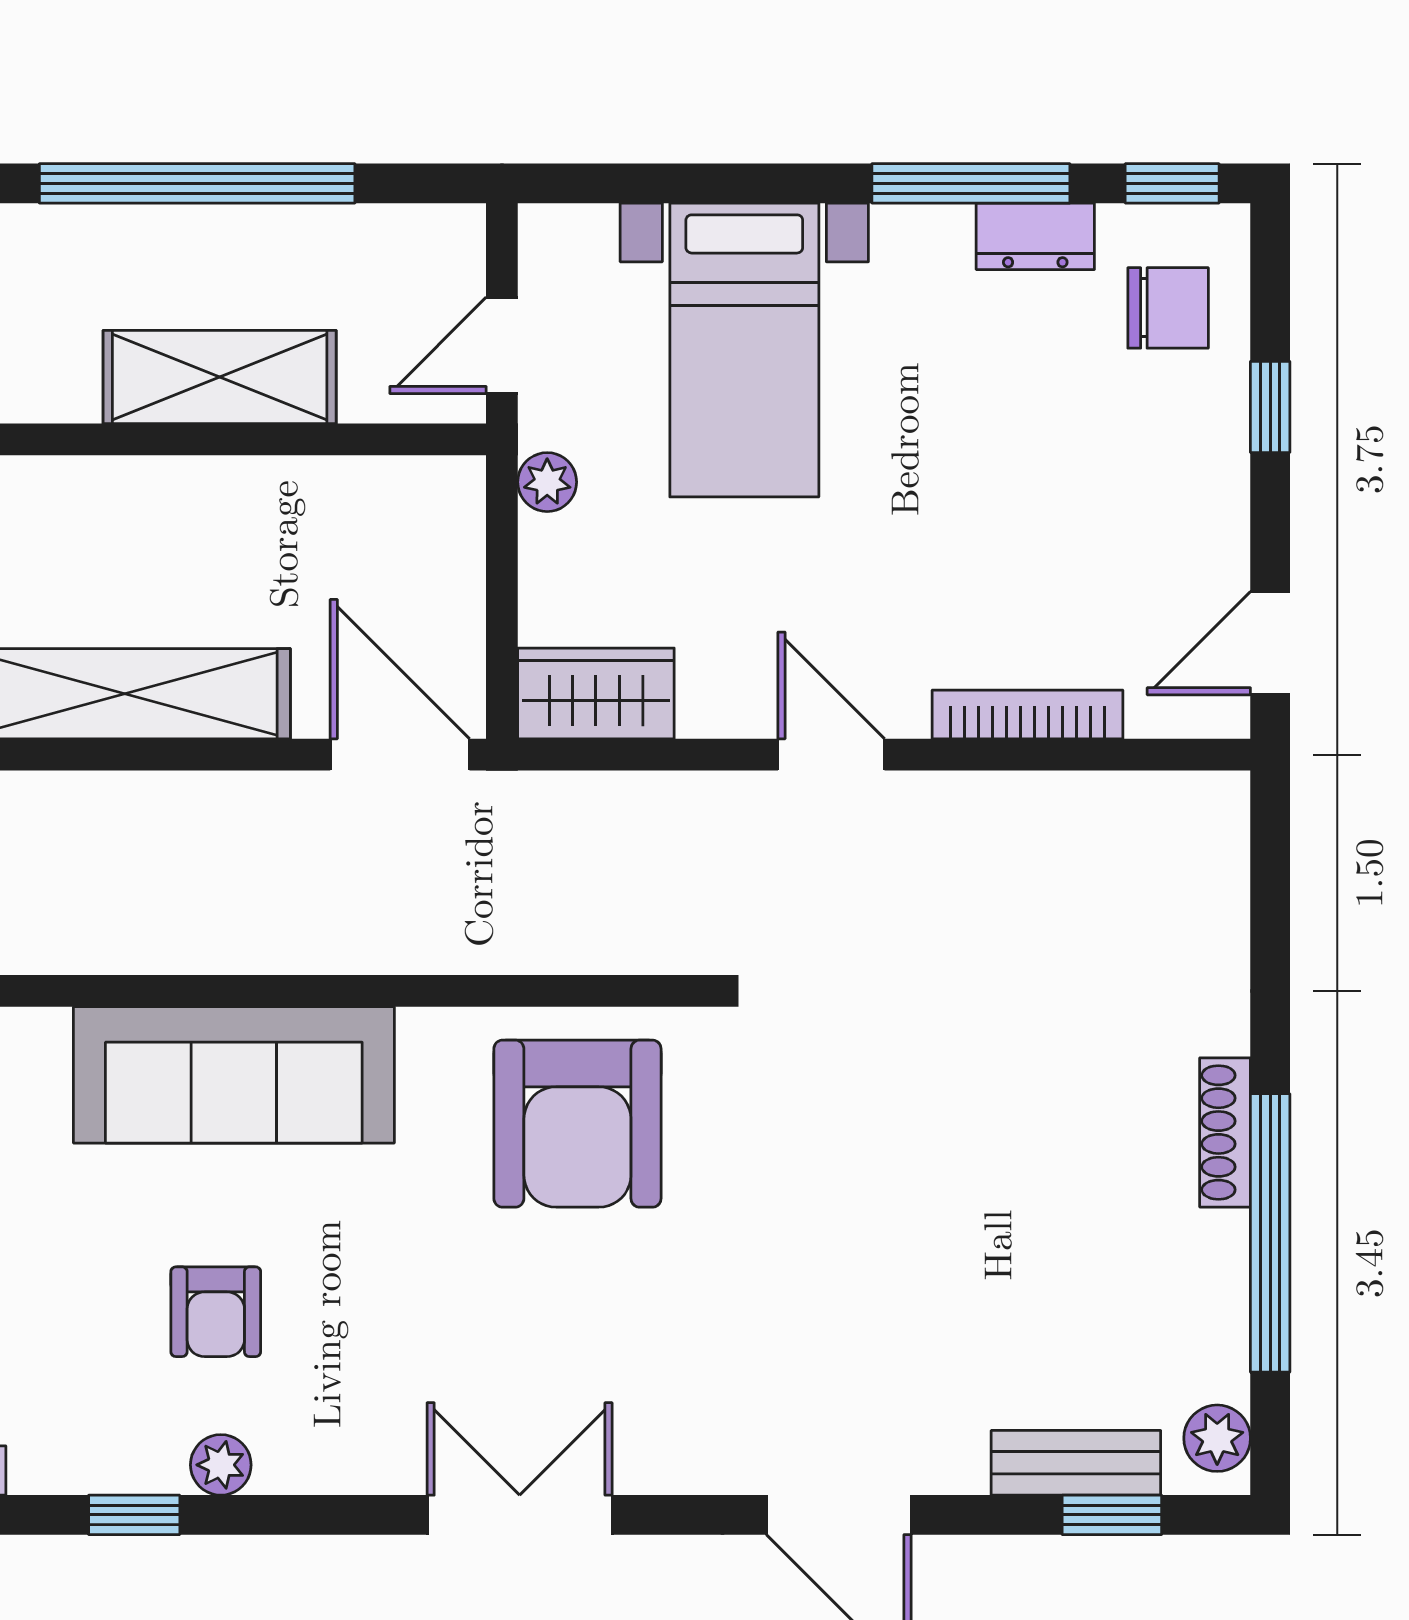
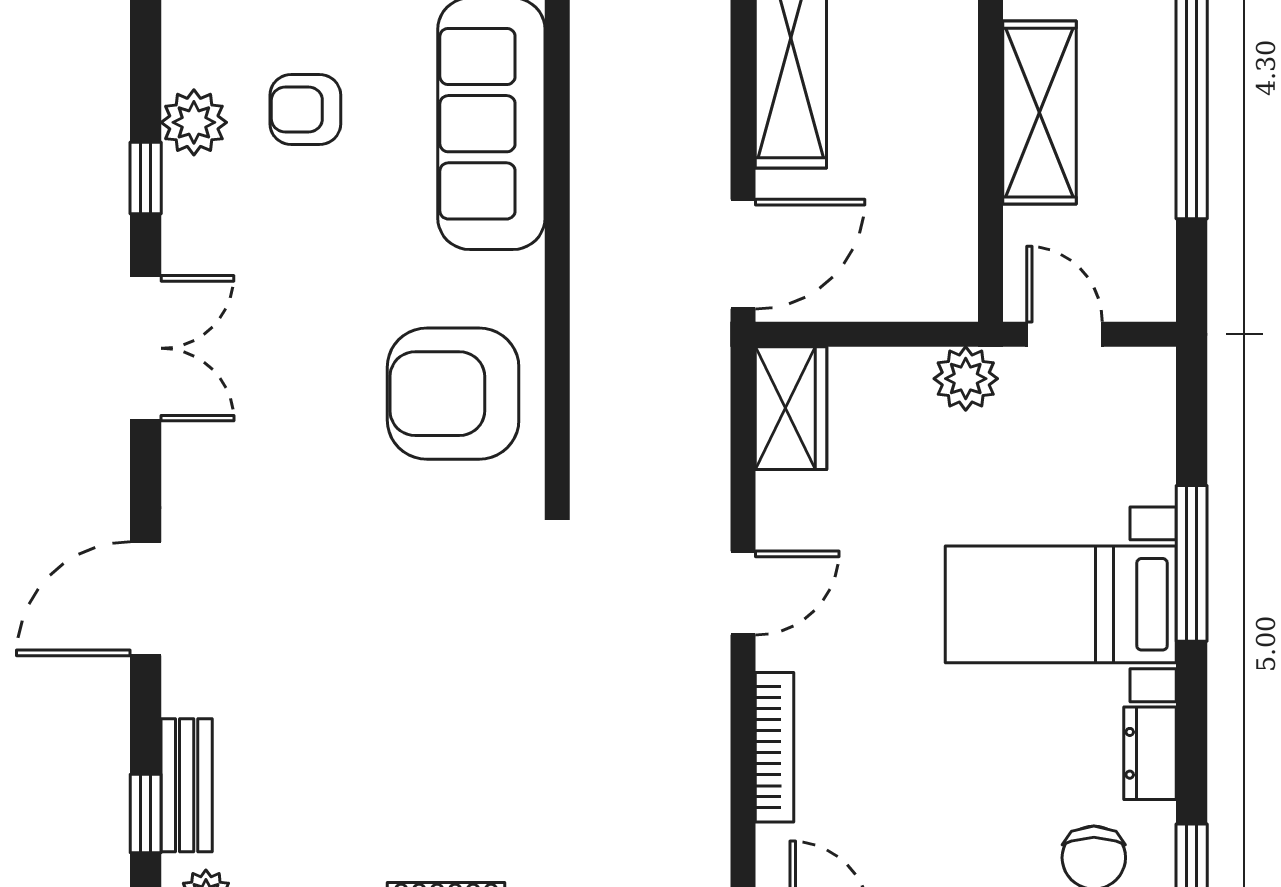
window: (971, 183) -> (1192, 563), moved
bed with nightstands: (744, 350) -> (1061, 604), moved
plant: (547, 482) -> (966, 379), width x1.38, depth x1.38
plant: (221, 1465) -> (194, 122), width x1.38, depth x1.38
window: (134, 1515) -> (146, 178), moved

